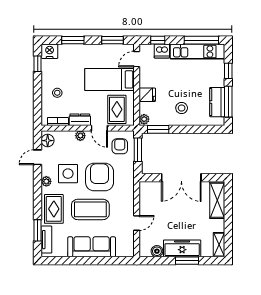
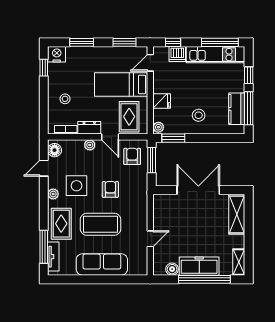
armchair: (100, 177) -> (110, 189), width x0.53, depth x0.53
double door: (181, 178) -> (198, 190), swing flipped
window: (38, 230) -> (44, 247), width x1.44
window: (187, 261) -> (204, 279), width x2.11

